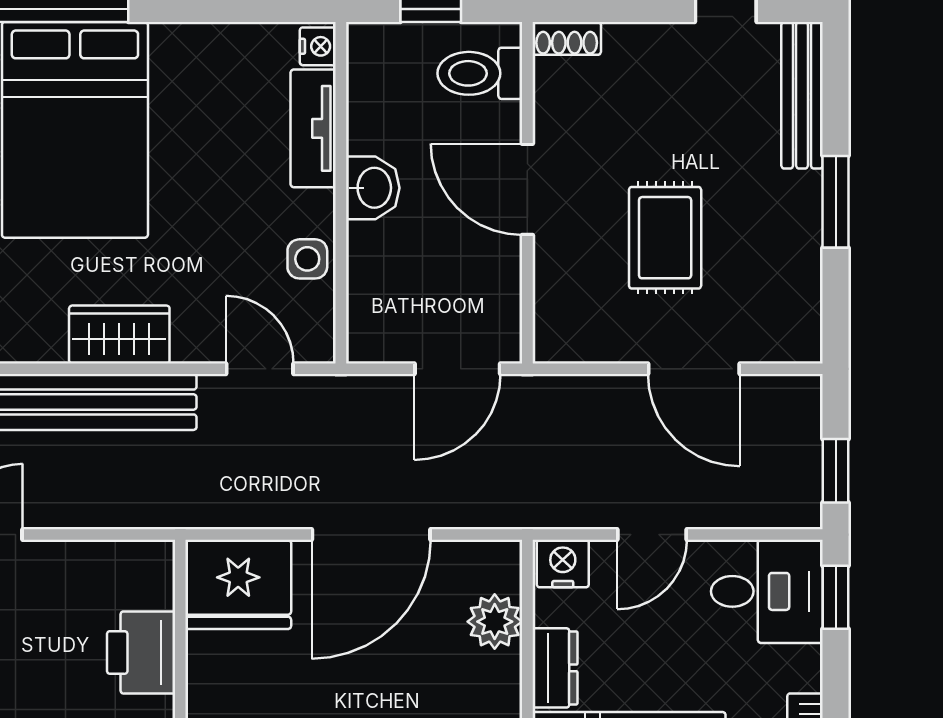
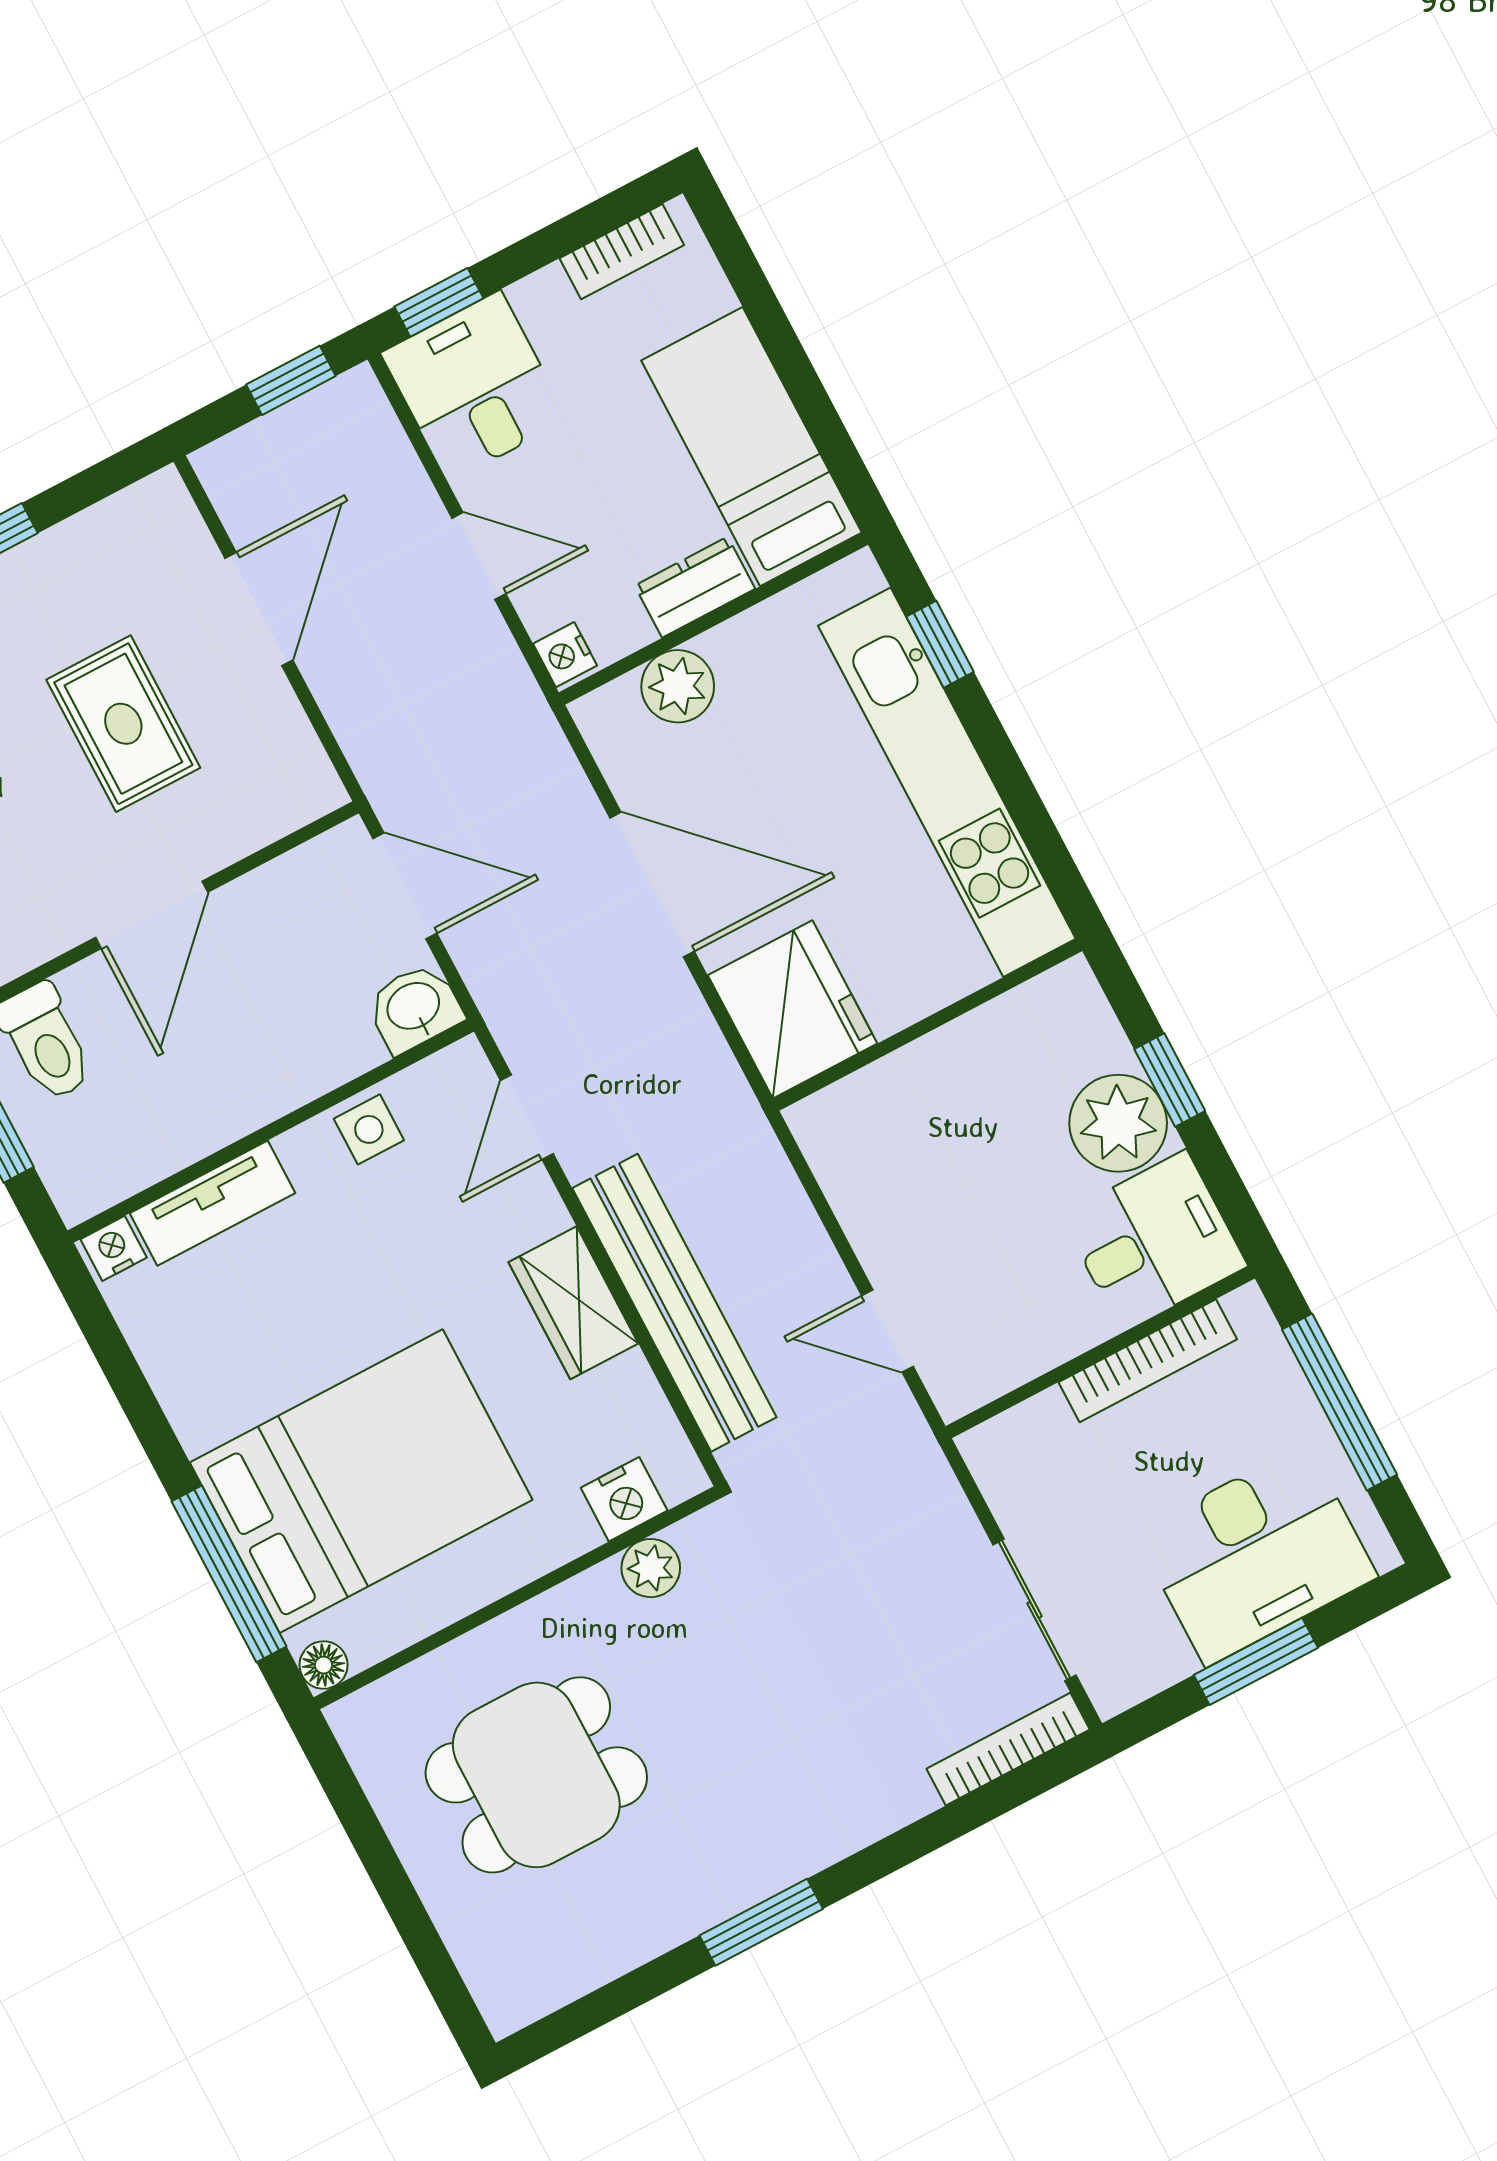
washbasin: (373, 188) -> (414, 1008), moved
rug: (665, 238) -> (123, 724), turned 90
nightstand: (563, 564) -> (565, 655), width x0.72, depth x0.74
printer: (141, 652) -> (932, 1081), removed

